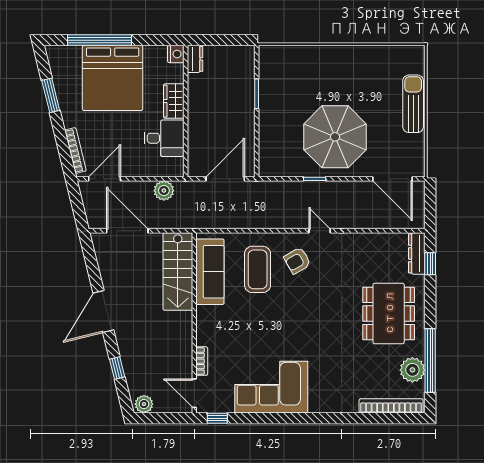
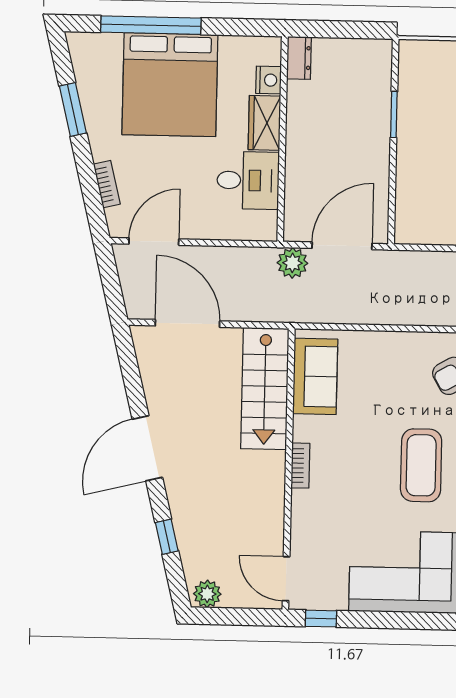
nightstand: (176, 54) -> (269, 80), moved
bookcase: (75, 150) -> (107, 184), width x0.64
plant: (164, 191) -> (292, 263), moved
coffee table: (258, 269) -> (421, 465), moved
sofa: (210, 272) -> (315, 376), width x0.73
bookcase: (202, 361) -> (300, 466), moved

